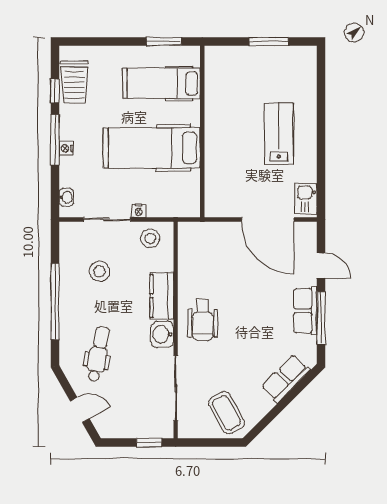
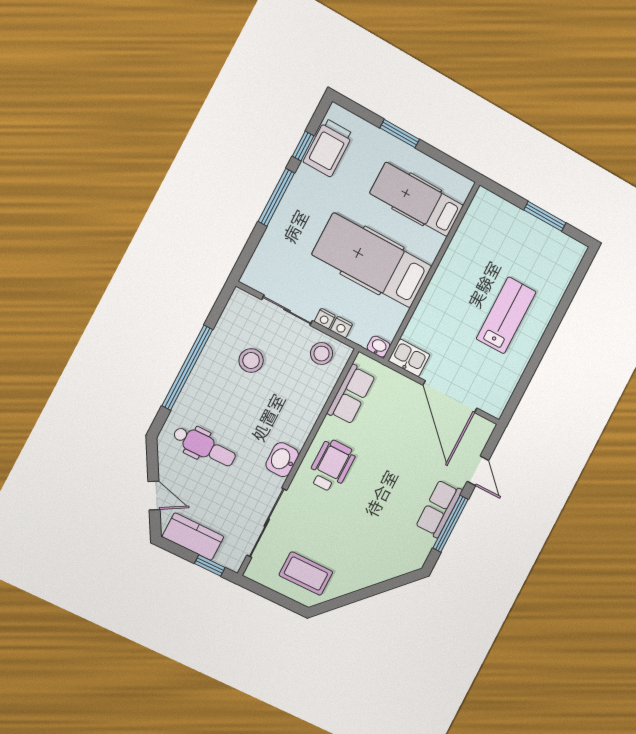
window: (164, 41) -> (400, 134), moved
nightstand: (66, 148) -> (342, 327), moved, turned -90
washbasin: (66, 197) -> (379, 347), moved, turned -90
kitchen sink: (306, 198) -> (409, 358), moved, turned 90
kitchen counter: (162, 296) -> (193, 537), moved, turned 90
wheelchair: (203, 320) -> (331, 466), turned 180
dental chair: (98, 354) -> (204, 446), turned 79
row of seats: (286, 379) -> (351, 394), moved, turned 135
coffee table: (227, 413) -> (306, 574), turned -61

